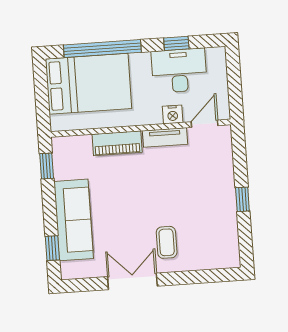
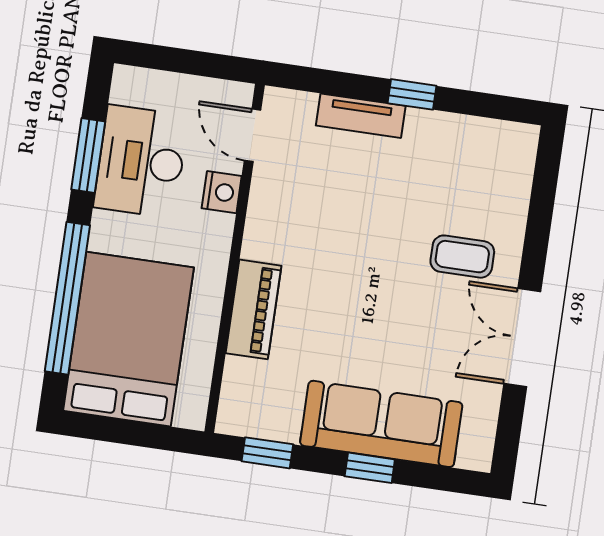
window: (176, 43) -> (88, 156), width x1.50
tv unit: (165, 137) -> (361, 116), moved, turned 90
window: (52, 248) -> (370, 468), moved

